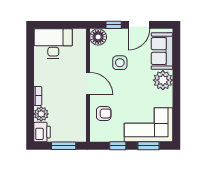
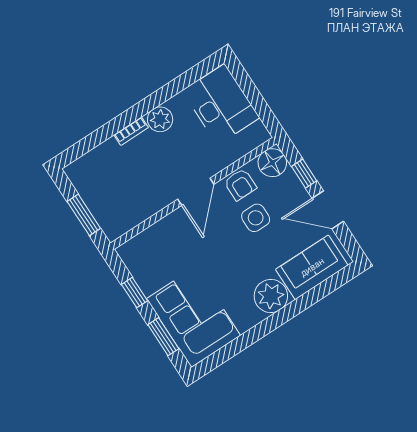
armchair: (104, 113) -> (240, 184), moved
plant: (41, 114) -> (160, 119), moved
printer: (42, 132) -> (83, 171), removed

